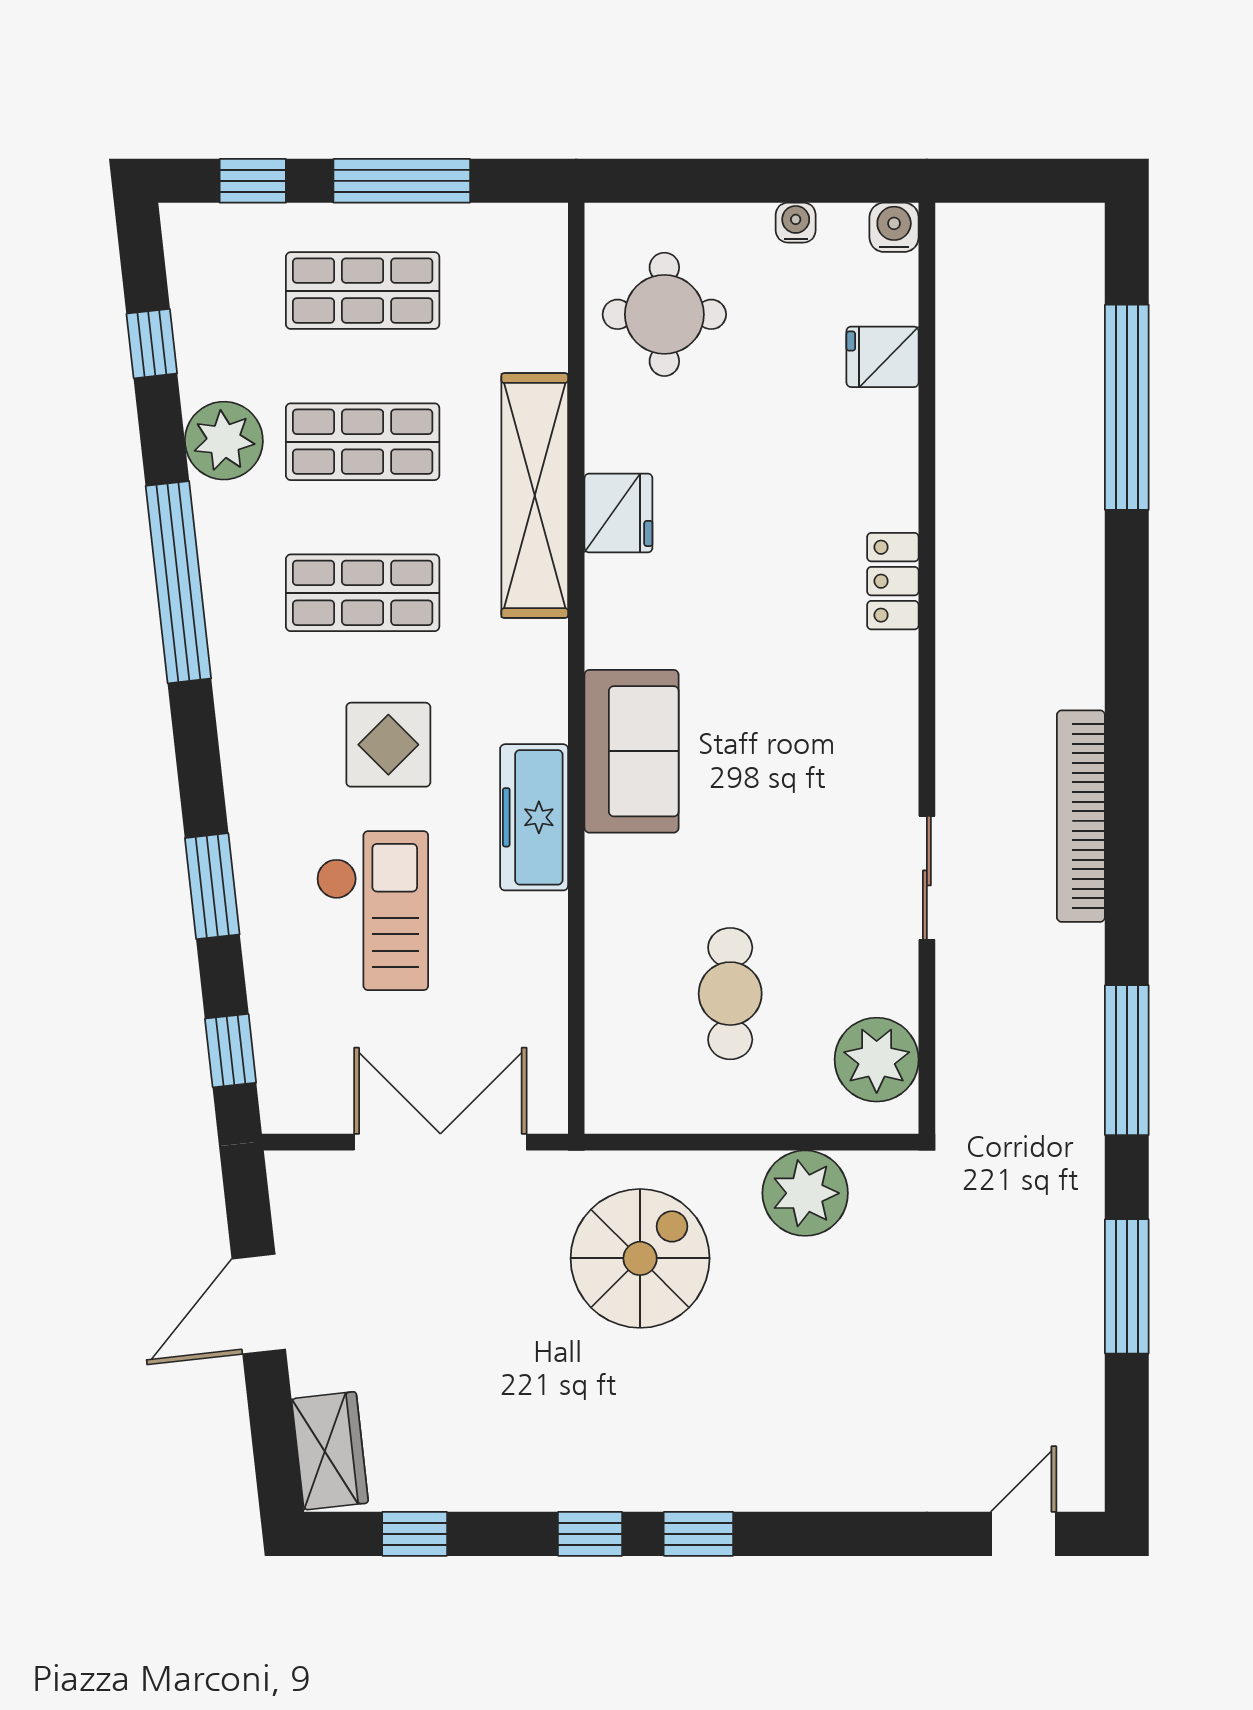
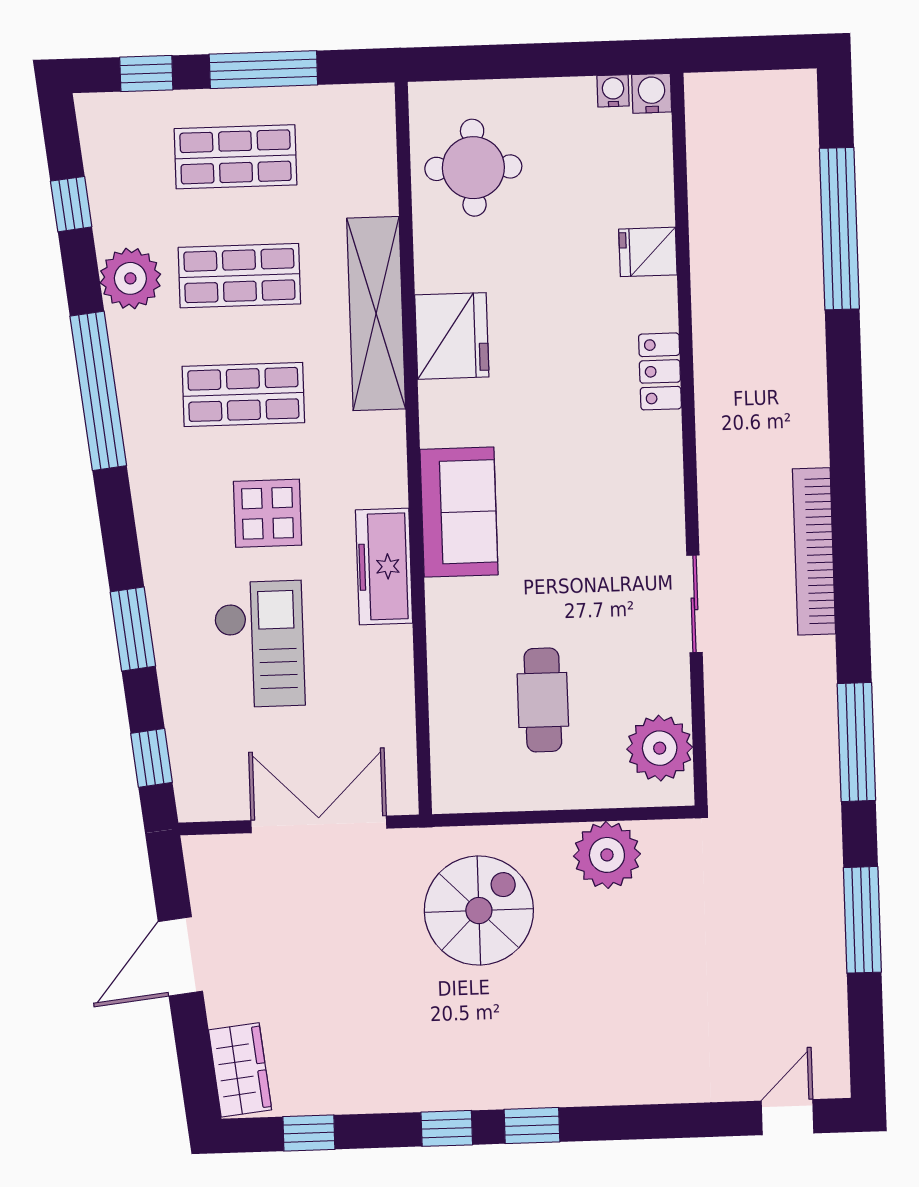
water cooler: (796, 223) -> (613, 91), moved
fridge: (883, 357) -> (648, 252), moved
fridge: (618, 513) -> (452, 336), width x1.36, depth x1.34

